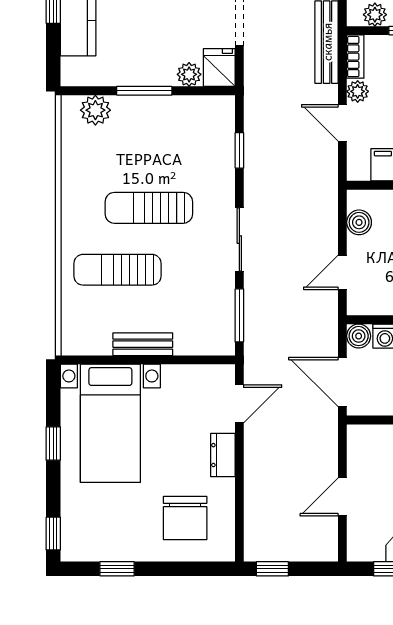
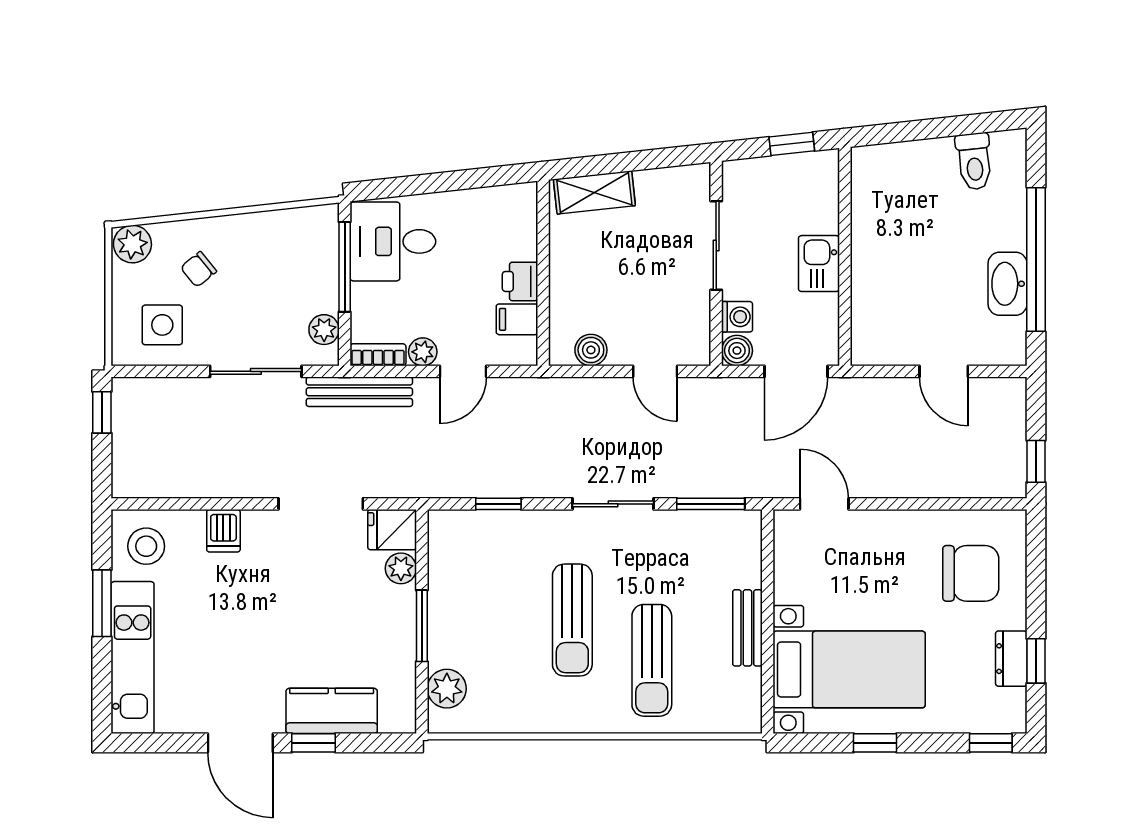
dresser: (223, 455) -> (1011, 659), moved, turned 90

